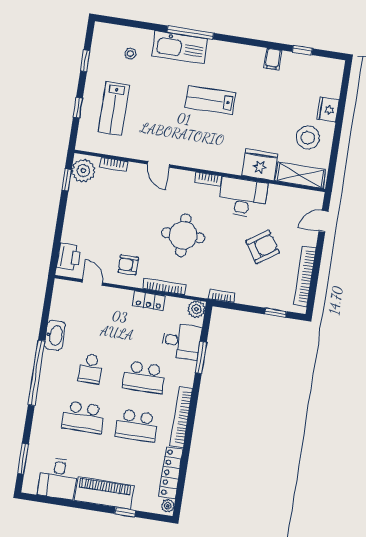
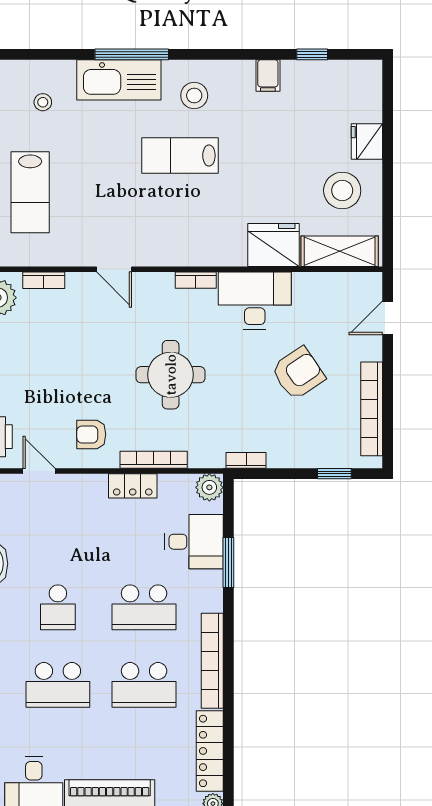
stool: (225, 64) -> (194, 95), added

